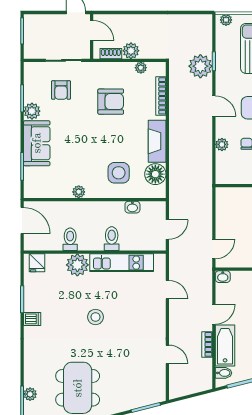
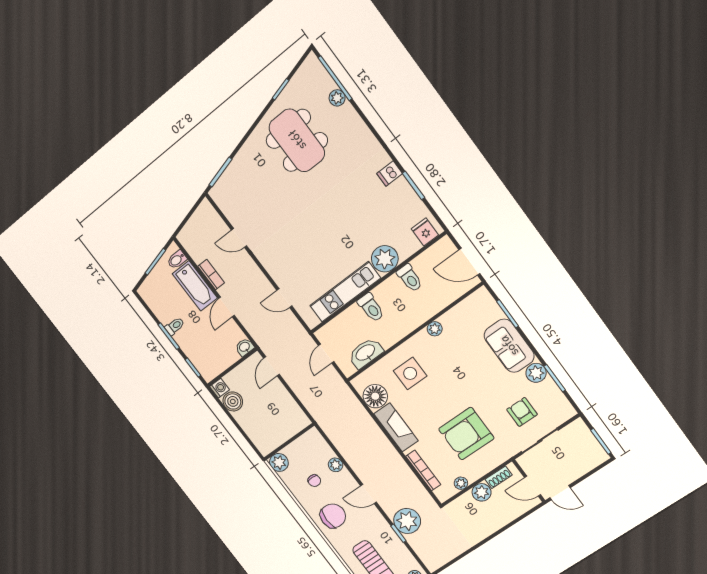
armchair: (111, 102) -> (466, 434), width x1.36, depth x1.36
washbasin: (132, 207) -> (366, 353), width x1.91, depth x1.45
stool: (95, 317) -> (331, 222), removed

